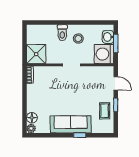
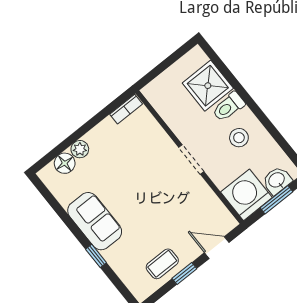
shower: (36, 54) -> (208, 86), moved
door: (116, 83) -> (217, 248), swing flipped
sofa: (71, 124) -> (95, 221), width x0.73
plant: (31, 128) -> (80, 149), moved

